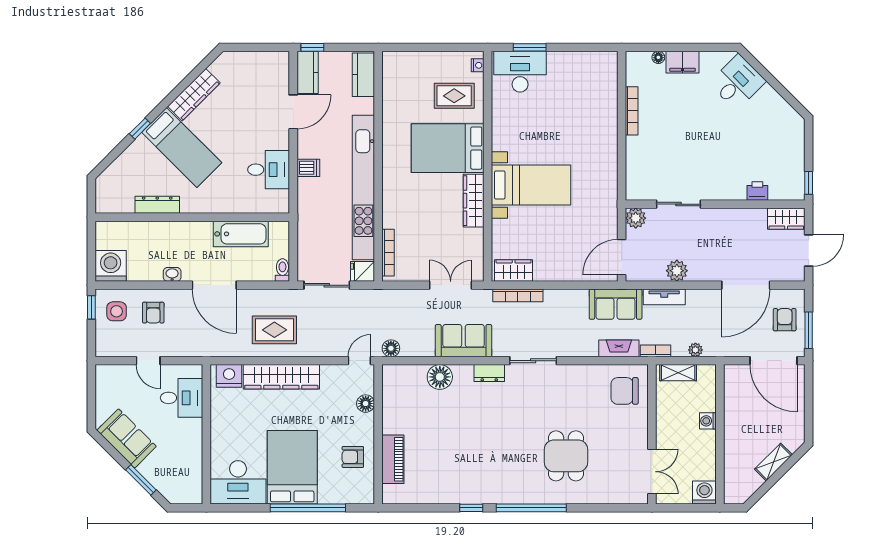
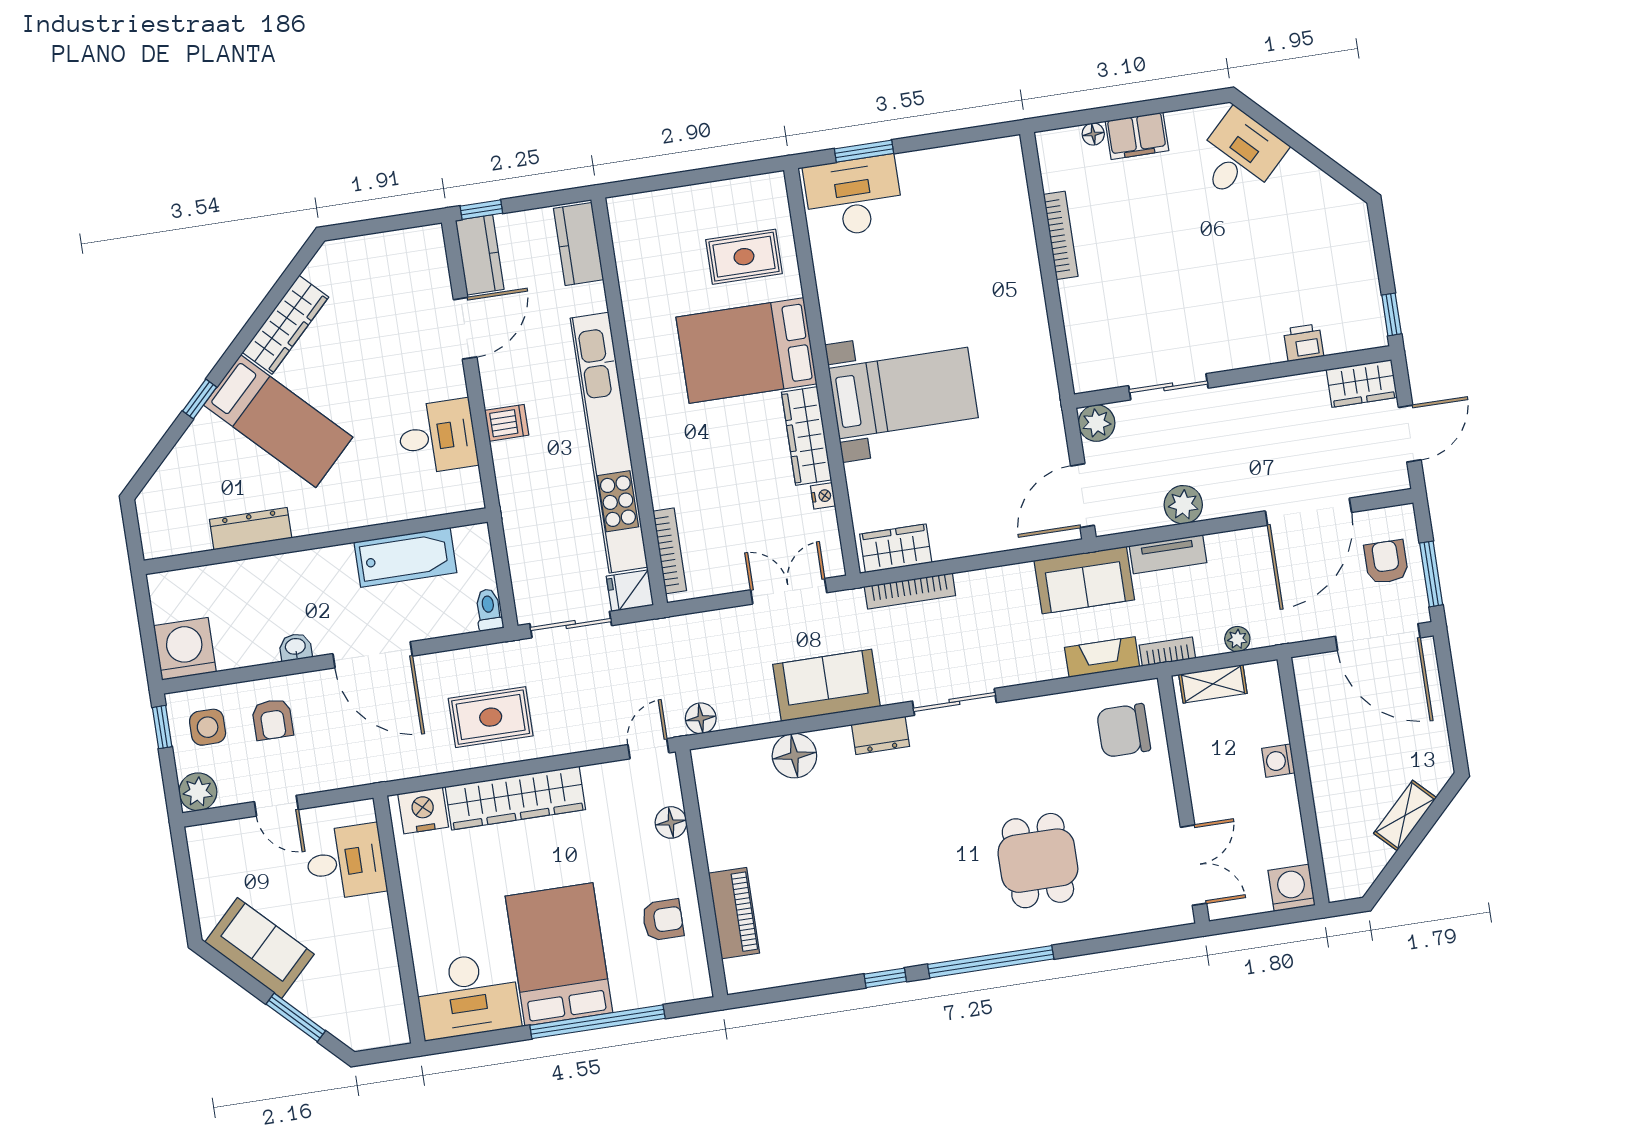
nightstand: (478, 65) -> (823, 496), moved
plant: (106, 346) -> (198, 792), added
armchair: (353, 457) -> (663, 920), turned 180

